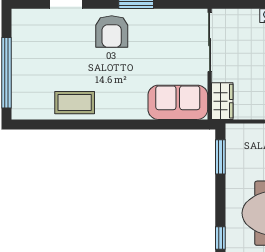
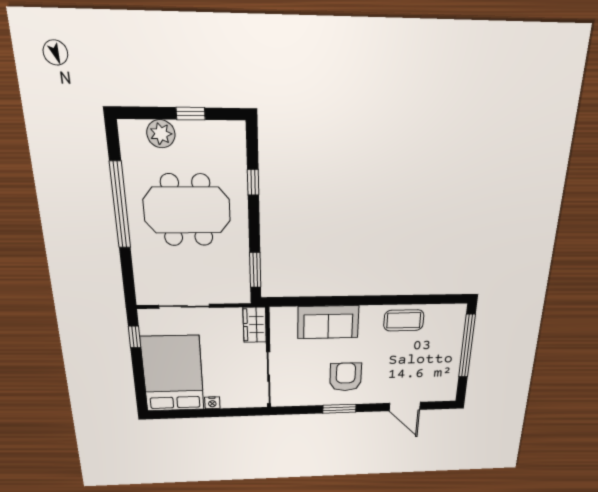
armchair: (112, 32) -> (346, 377), moved
sofa: (178, 102) -> (328, 322), moved

